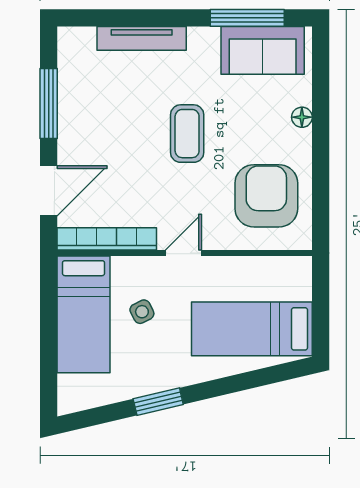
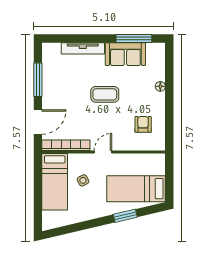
sofa: (263, 50) -> (125, 54), moved
coffee table: (187, 134) -> (105, 94), turned 90
armchair: (266, 196) -> (143, 124), width x0.53, depth x0.53
window: (158, 402) -> (125, 216), moved

